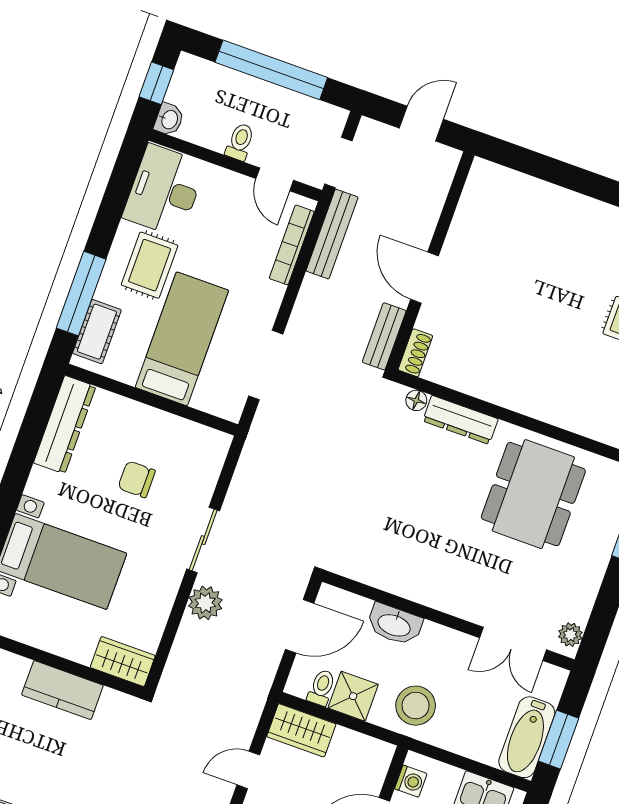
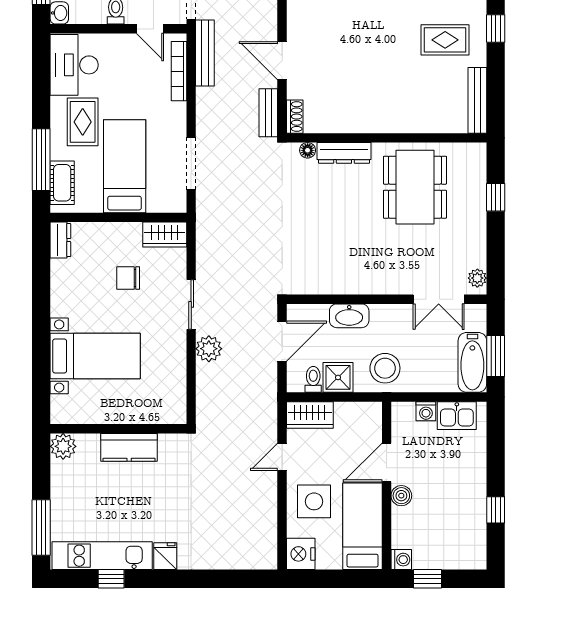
dresser: (65, 425) -> (60, 240), width x0.51, depth x0.80
wardrobe: (123, 662) -> (165, 235), moved, turned 180
washing machine: (411, 781) -> (426, 411), moved, turned 90

